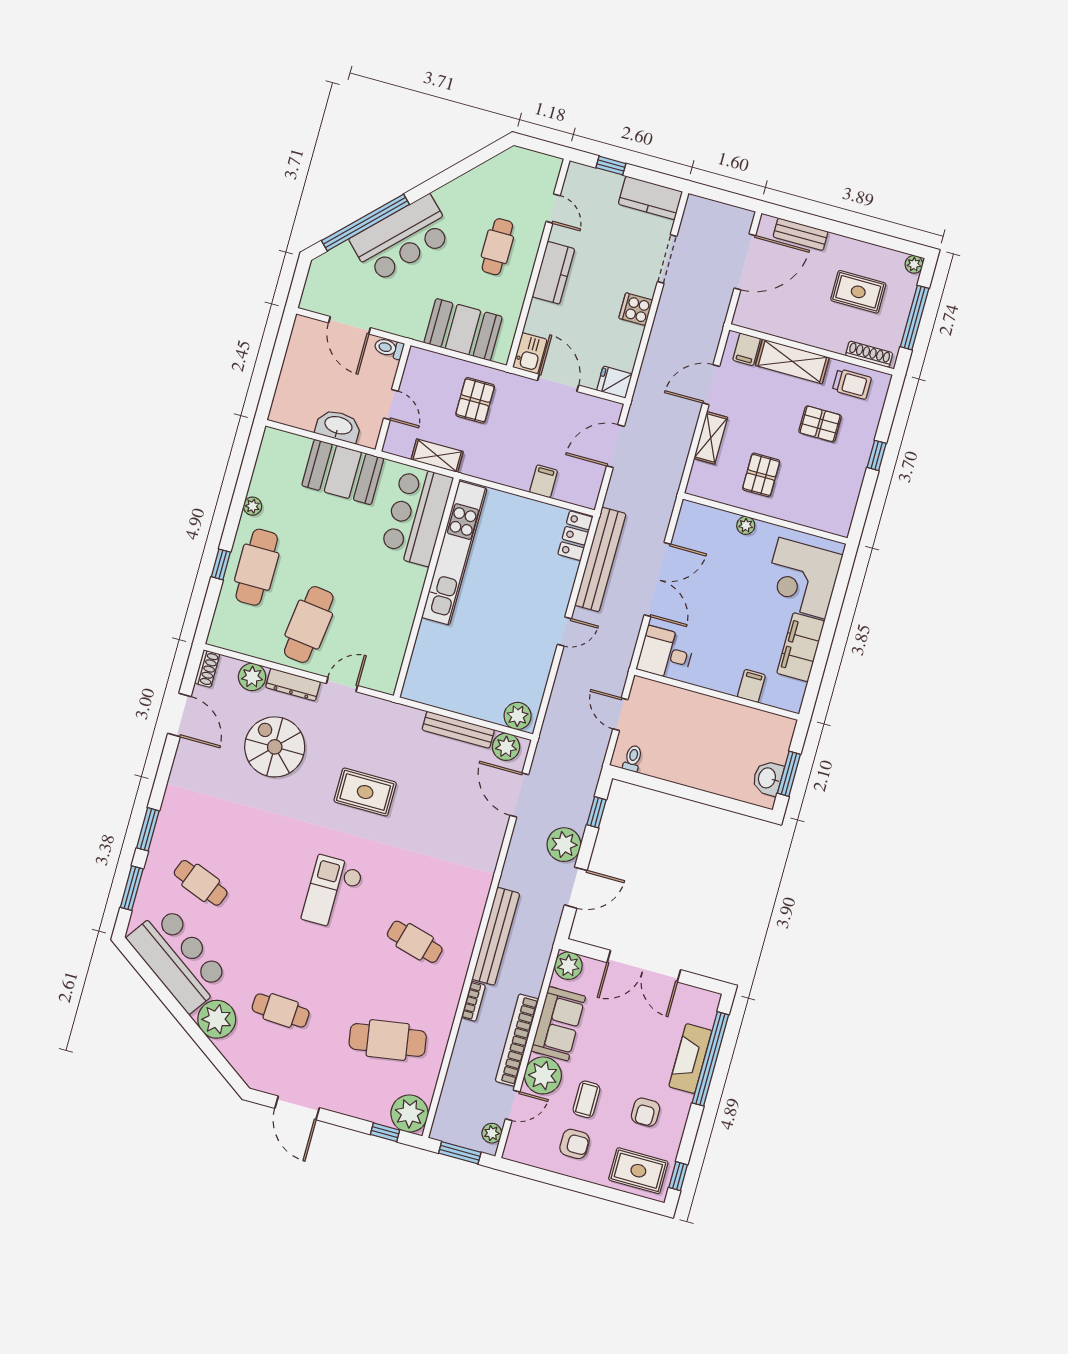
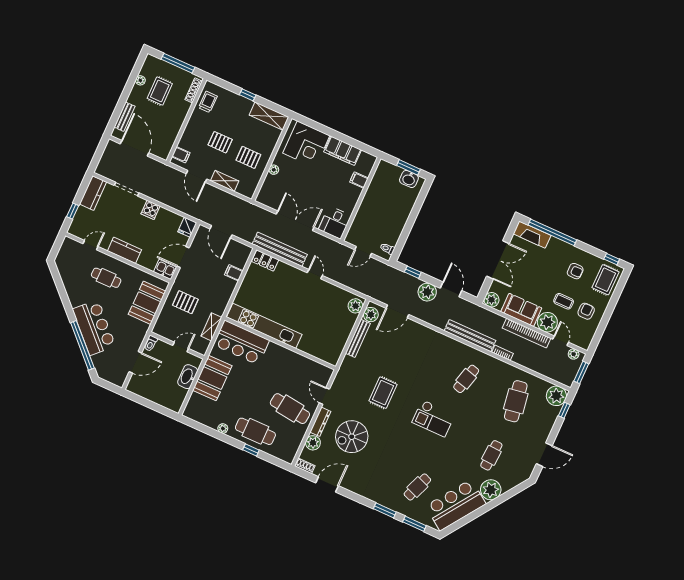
plant: (914, 264) -> (140, 80), moved
shelving: (792, 361) -> (269, 116), moved, turned 90
pallet: (820, 424) -> (220, 142), moved, turned 90
fireplace: (690, 1059) -> (532, 235), moved

